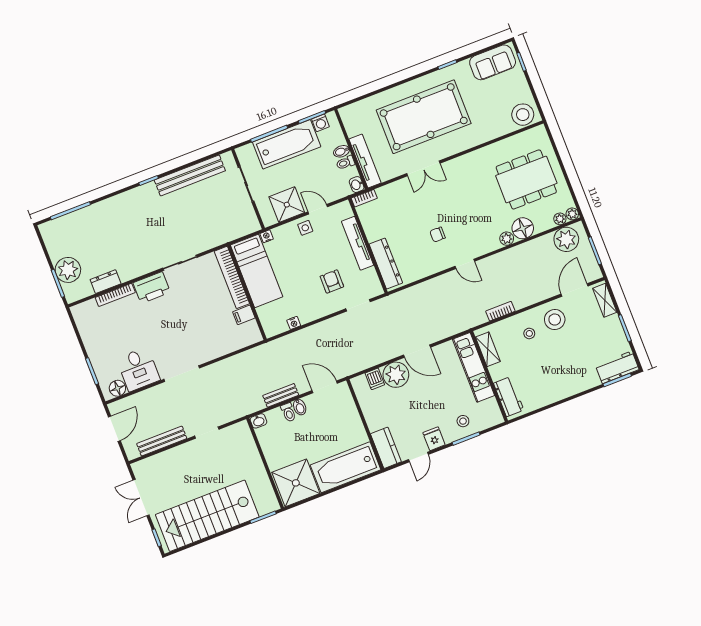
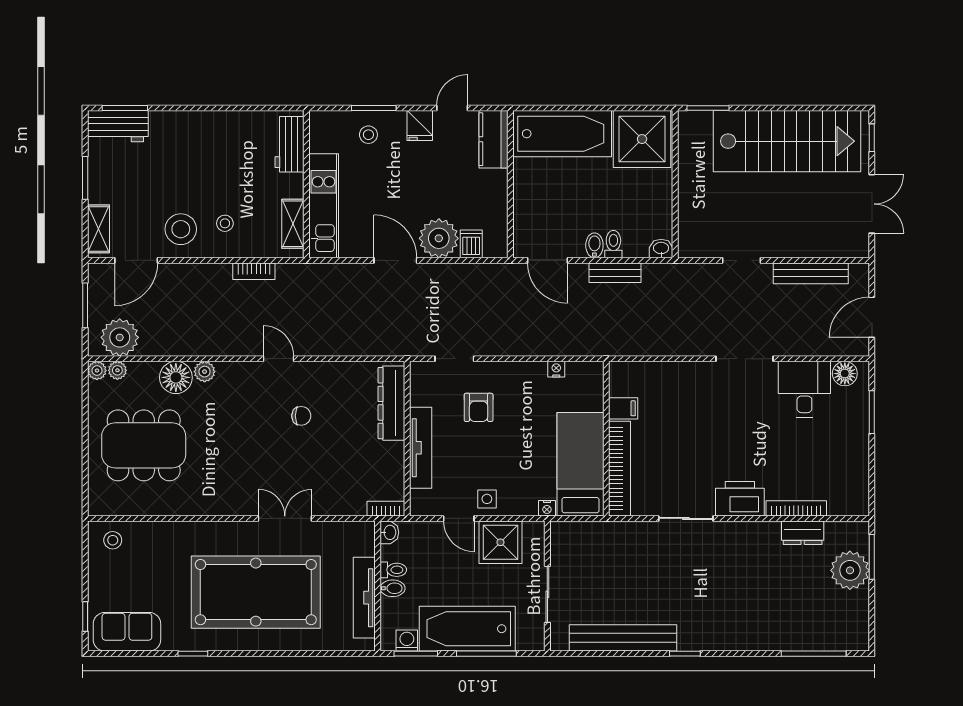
stool: (523, 115) -> (113, 540), width x0.53, depth x0.53
tv unit: (365, 161) -> (364, 598), moved

